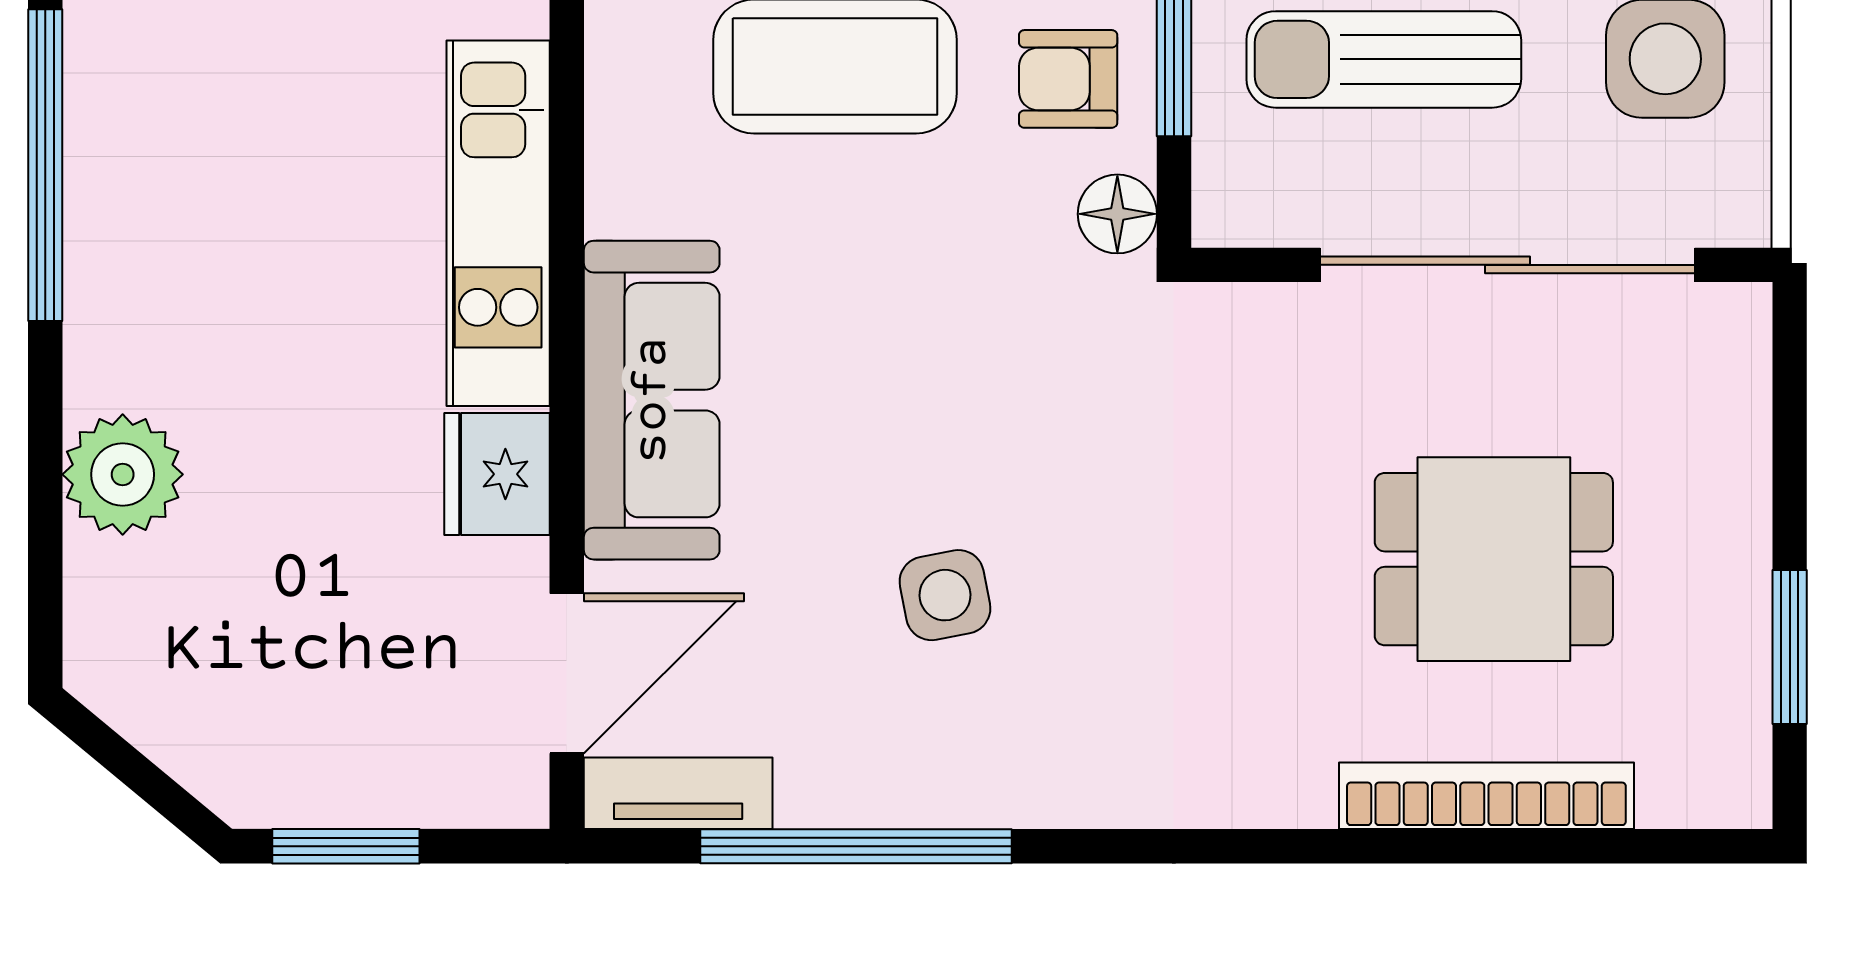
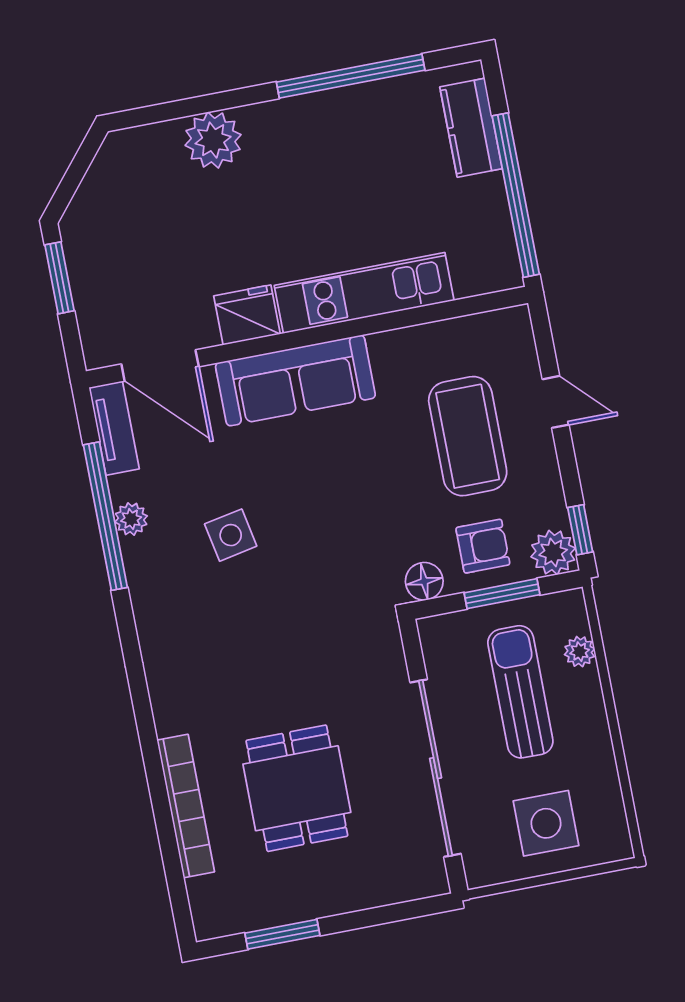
armchair: (1068, 79) -> (483, 546), turned 90
plant: (872, 794) -> (131, 519), added

